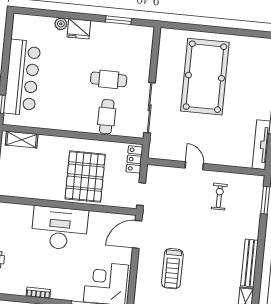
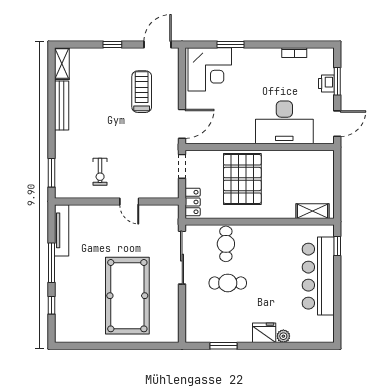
desk: (60, 228) -> (284, 122), moved
bookcase: (38, 293) -> (294, 53), moved

